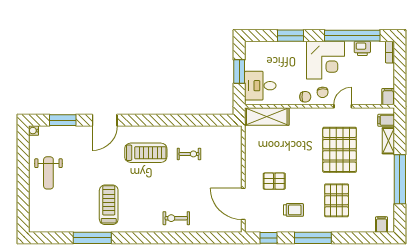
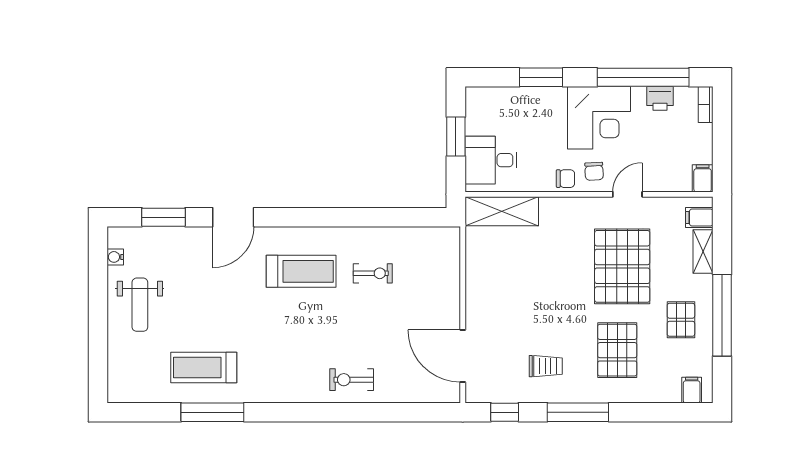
water cooler: (34, 131) -> (115, 257), moved
pallet: (274, 181) -> (681, 320), moved, turned 90
treadmill: (109, 205) -> (204, 368), moved, turned -90

